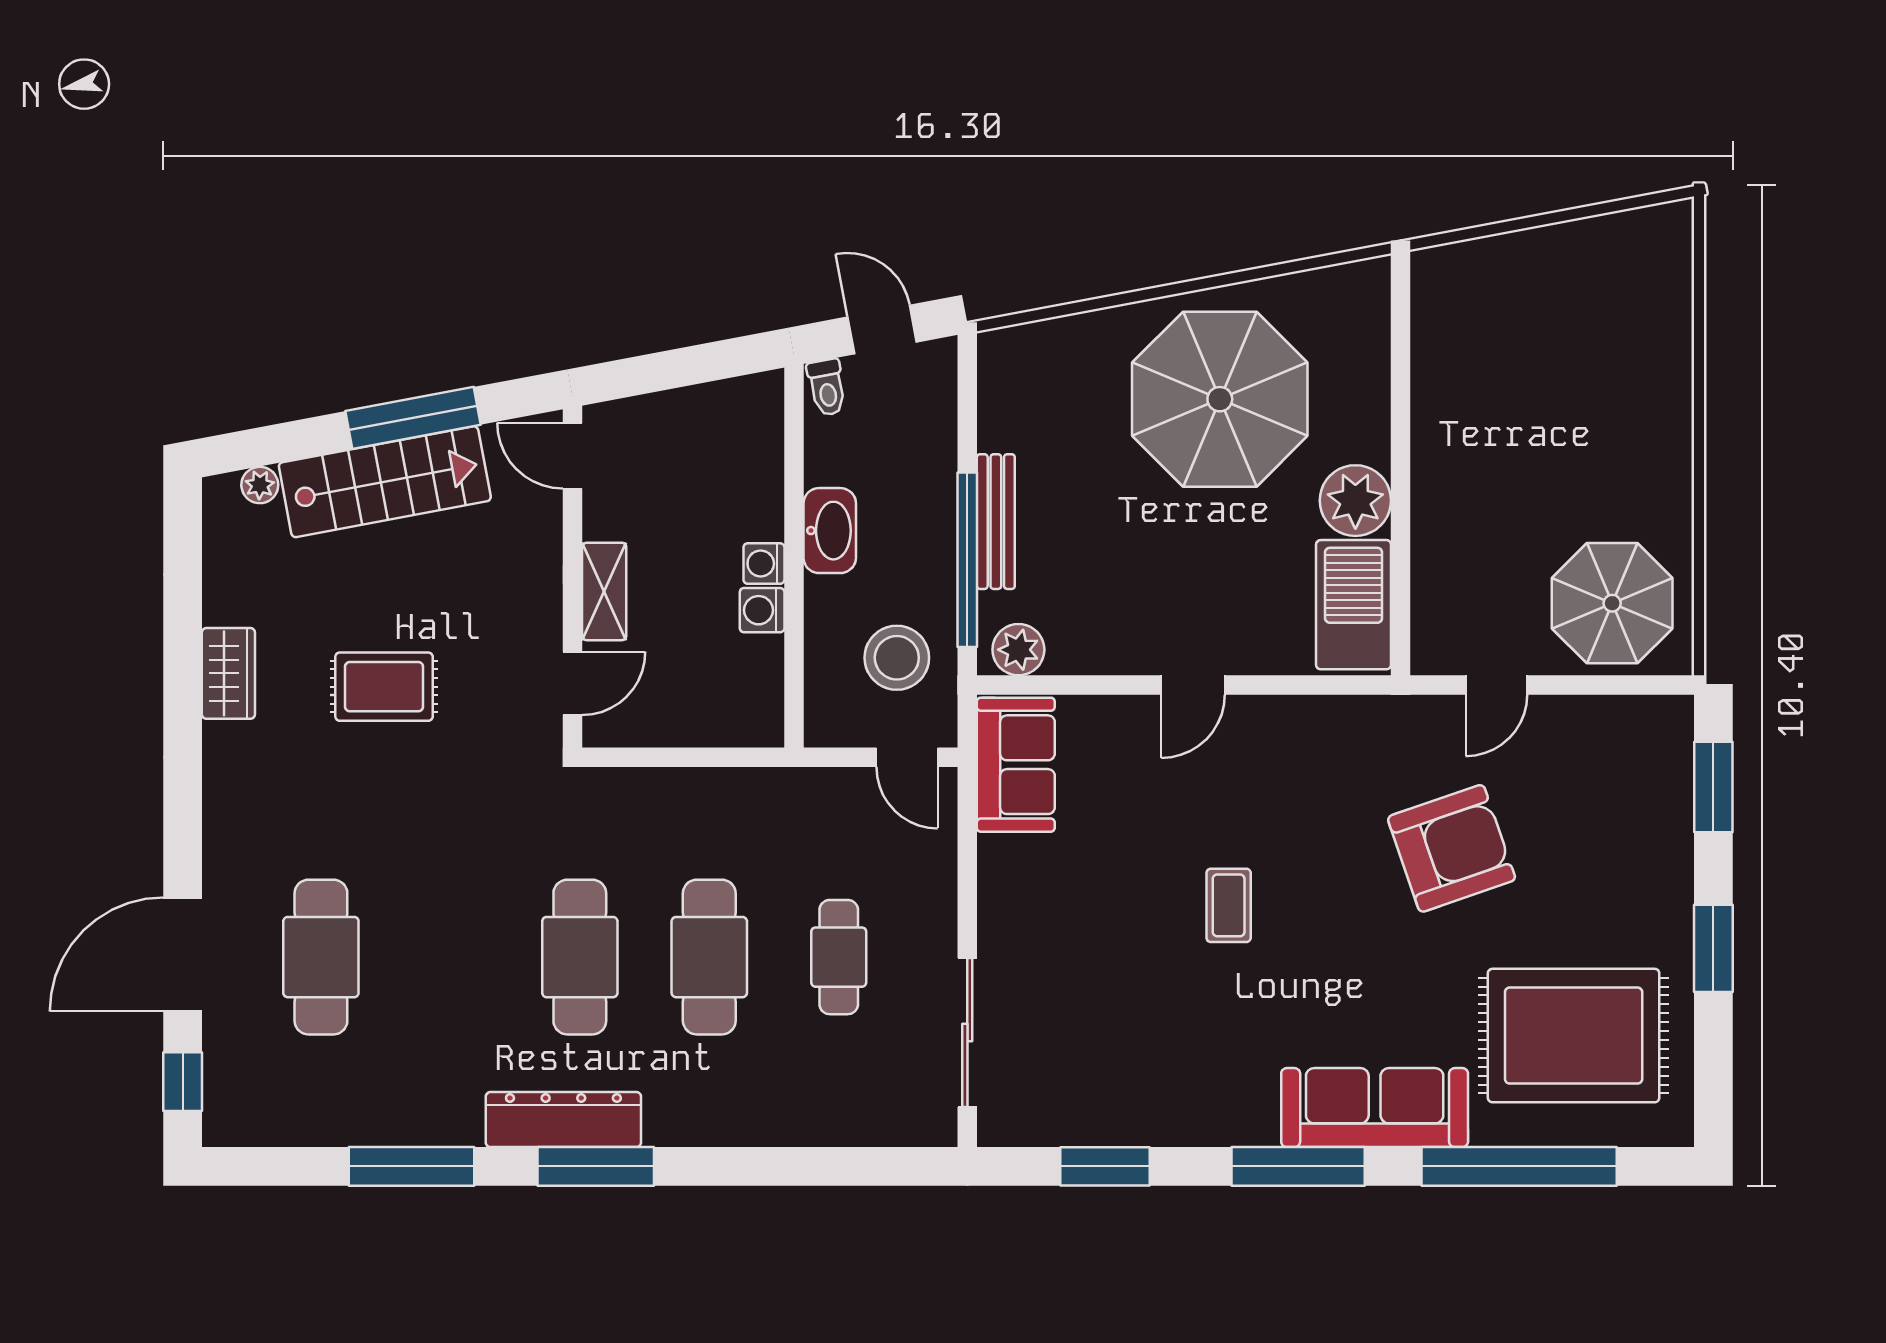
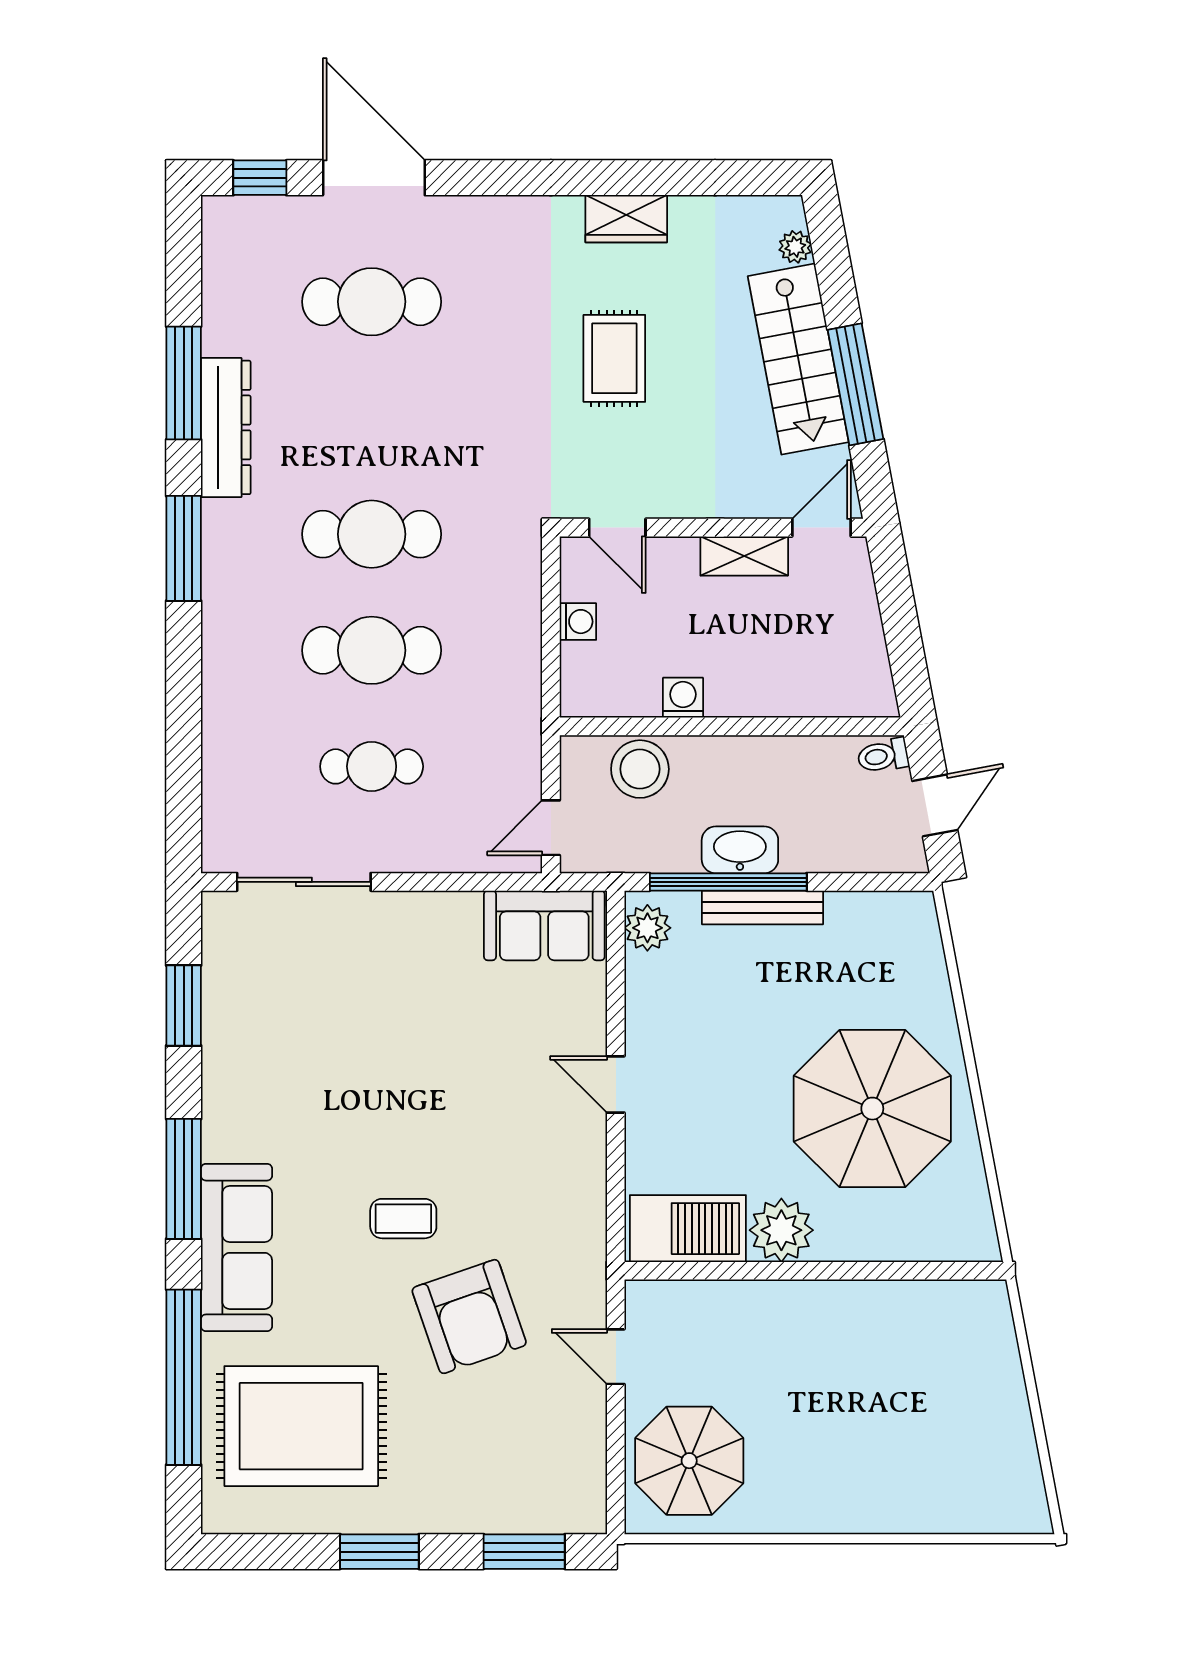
washbasin: (830, 531) -> (740, 850), moved, turned 180
washing machine: (764, 564) -> (578, 622), moved, turned 90
shelving: (604, 591) -> (744, 556), moved
stool: (897, 658) -> (640, 769), moved
coffee table: (1229, 905) -> (403, 1219), moved
rug: (1574, 1036) -> (301, 1426), turned 90
dresser: (563, 1120) -> (226, 427), moved

